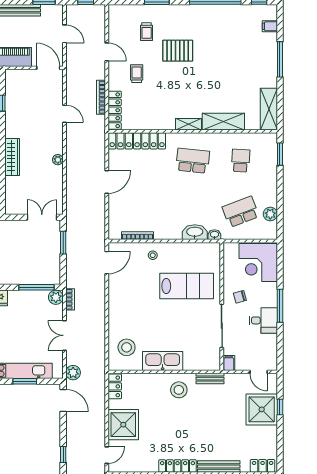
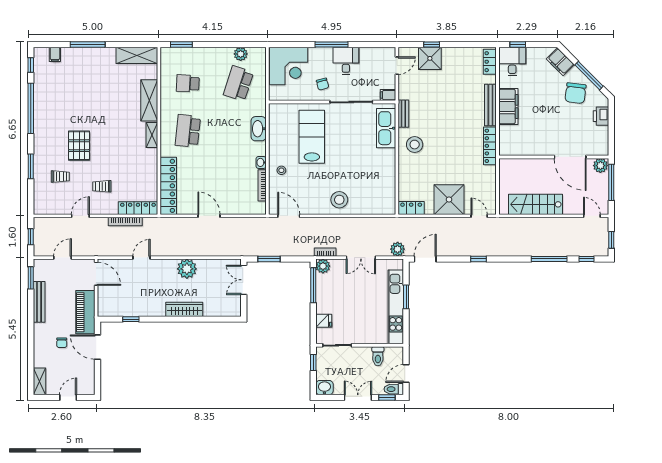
door: (48, 68) -> (96, 274), swing flipped
plant: (58, 160) -> (187, 269), width x1.88, depth x1.88
school desk: (241, 212) -> (238, 83), turned 39
washbasin: (214, 235) -> (261, 162), moved
stool: (127, 347) -> (339, 200), moved
kitchen sink: (163, 361) -> (386, 128), moved
shower: (262, 409) -> (430, 58), width x0.73, depth x0.73

